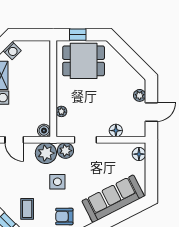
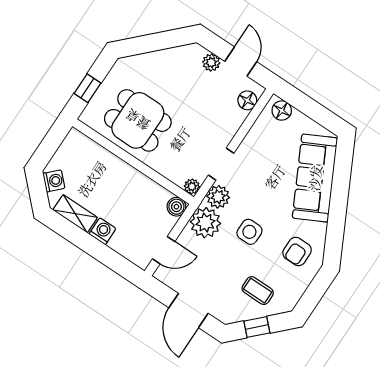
dining table: (84, 61) -> (138, 120), moved, turned 90
plant: (61, 111) -> (192, 186), moved
floor lamp: (116, 131) -> (247, 100), moved

